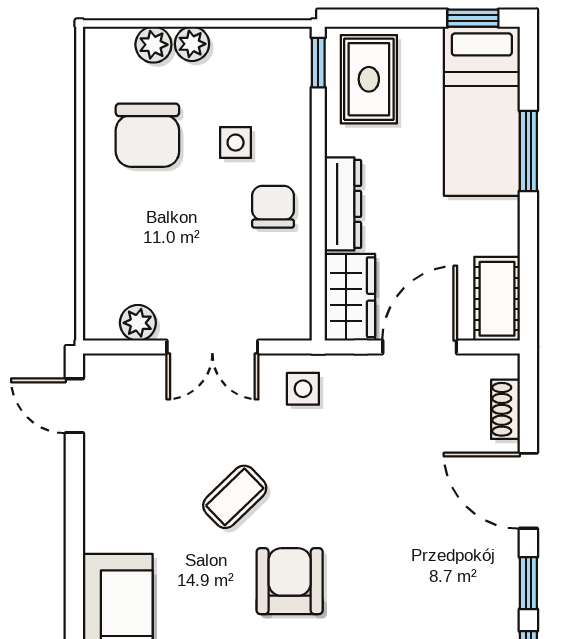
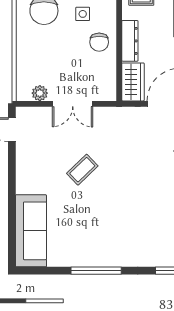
chair: (273, 207) -> (99, 42), turned 180
side table: (303, 389) -> (112, 122), removed
armchair: (290, 581) -> (106, 207), removed

